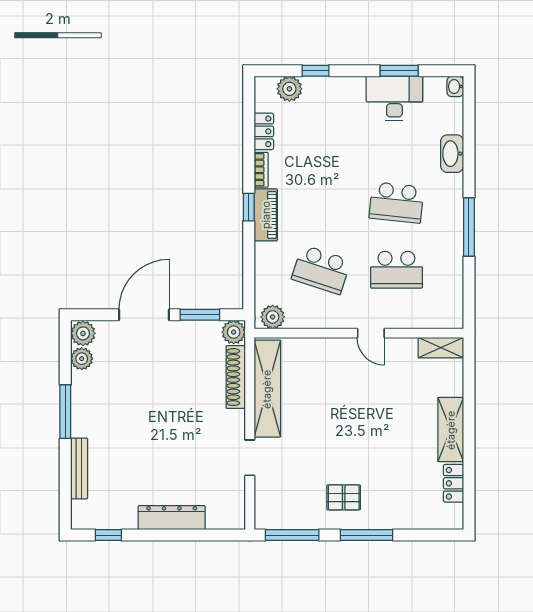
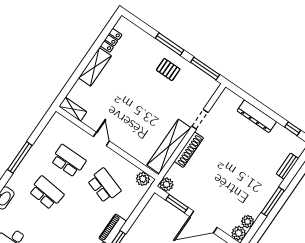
shoe rack: (236, 377) -> (189, 150), moved
bench: (79, 469) -> (287, 166), width x0.73

